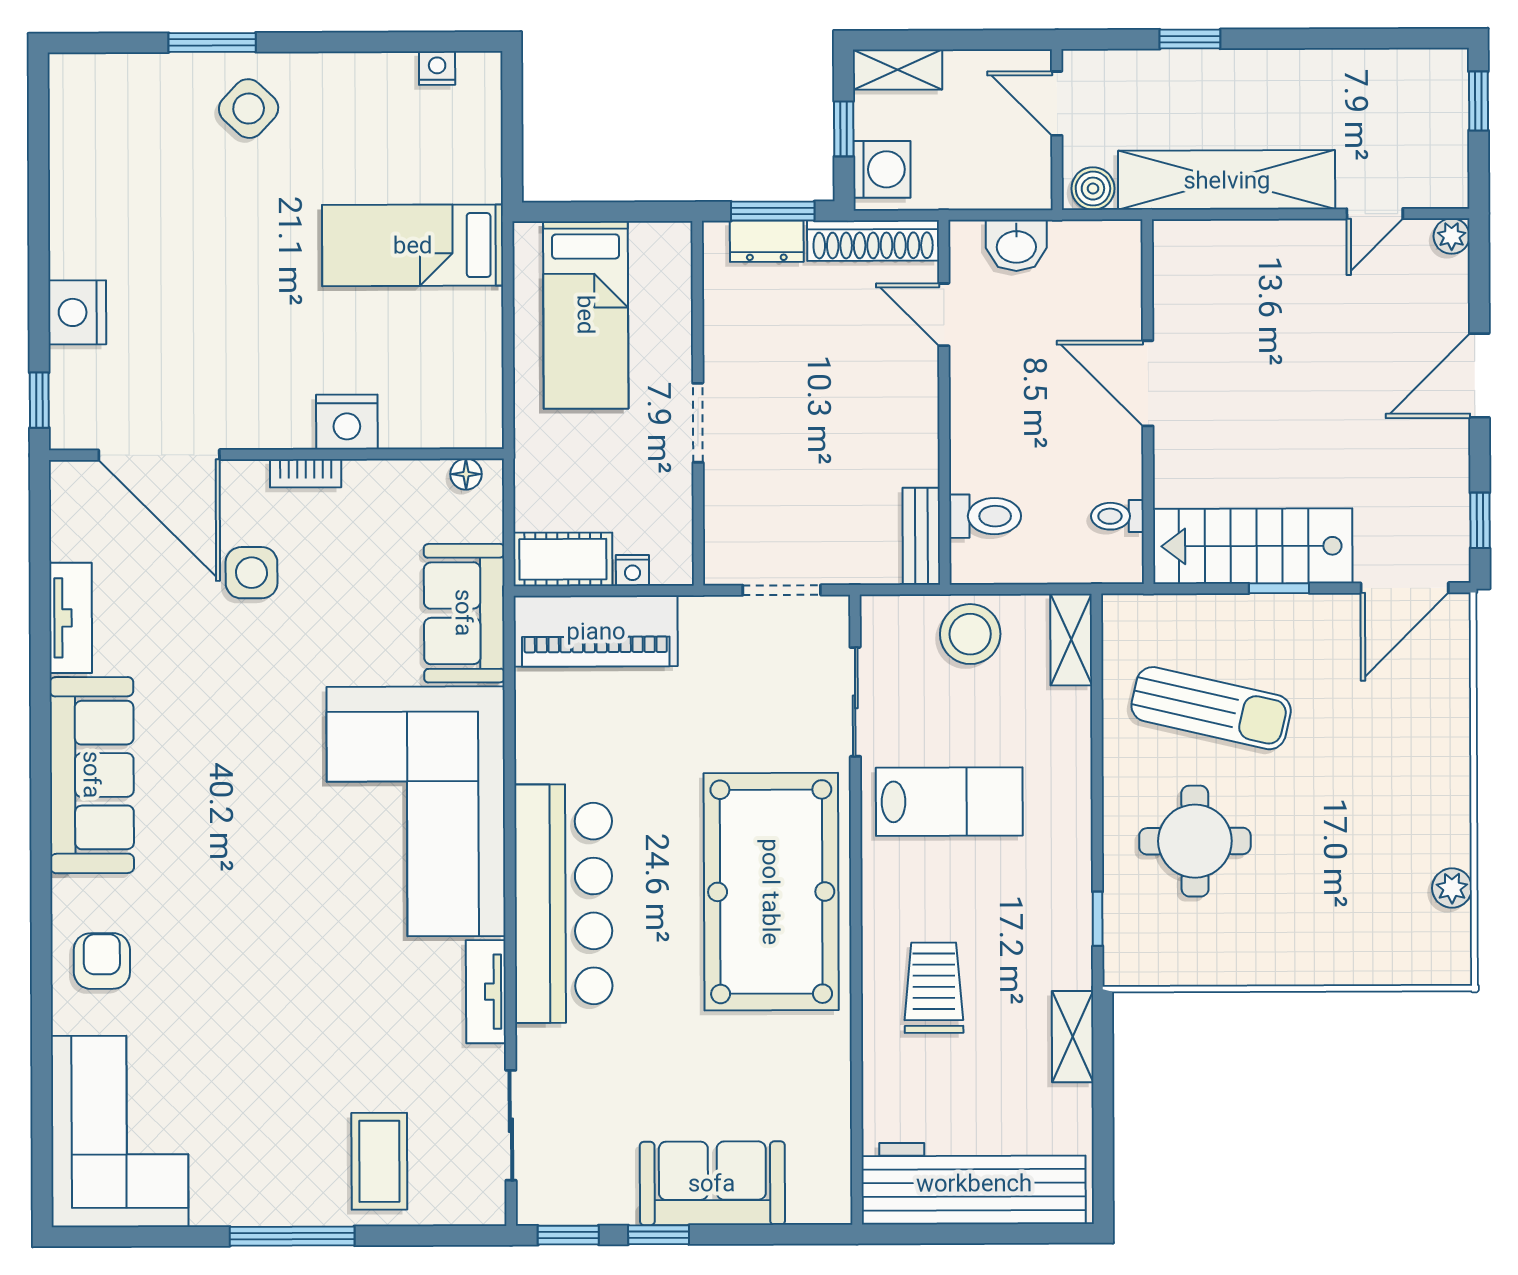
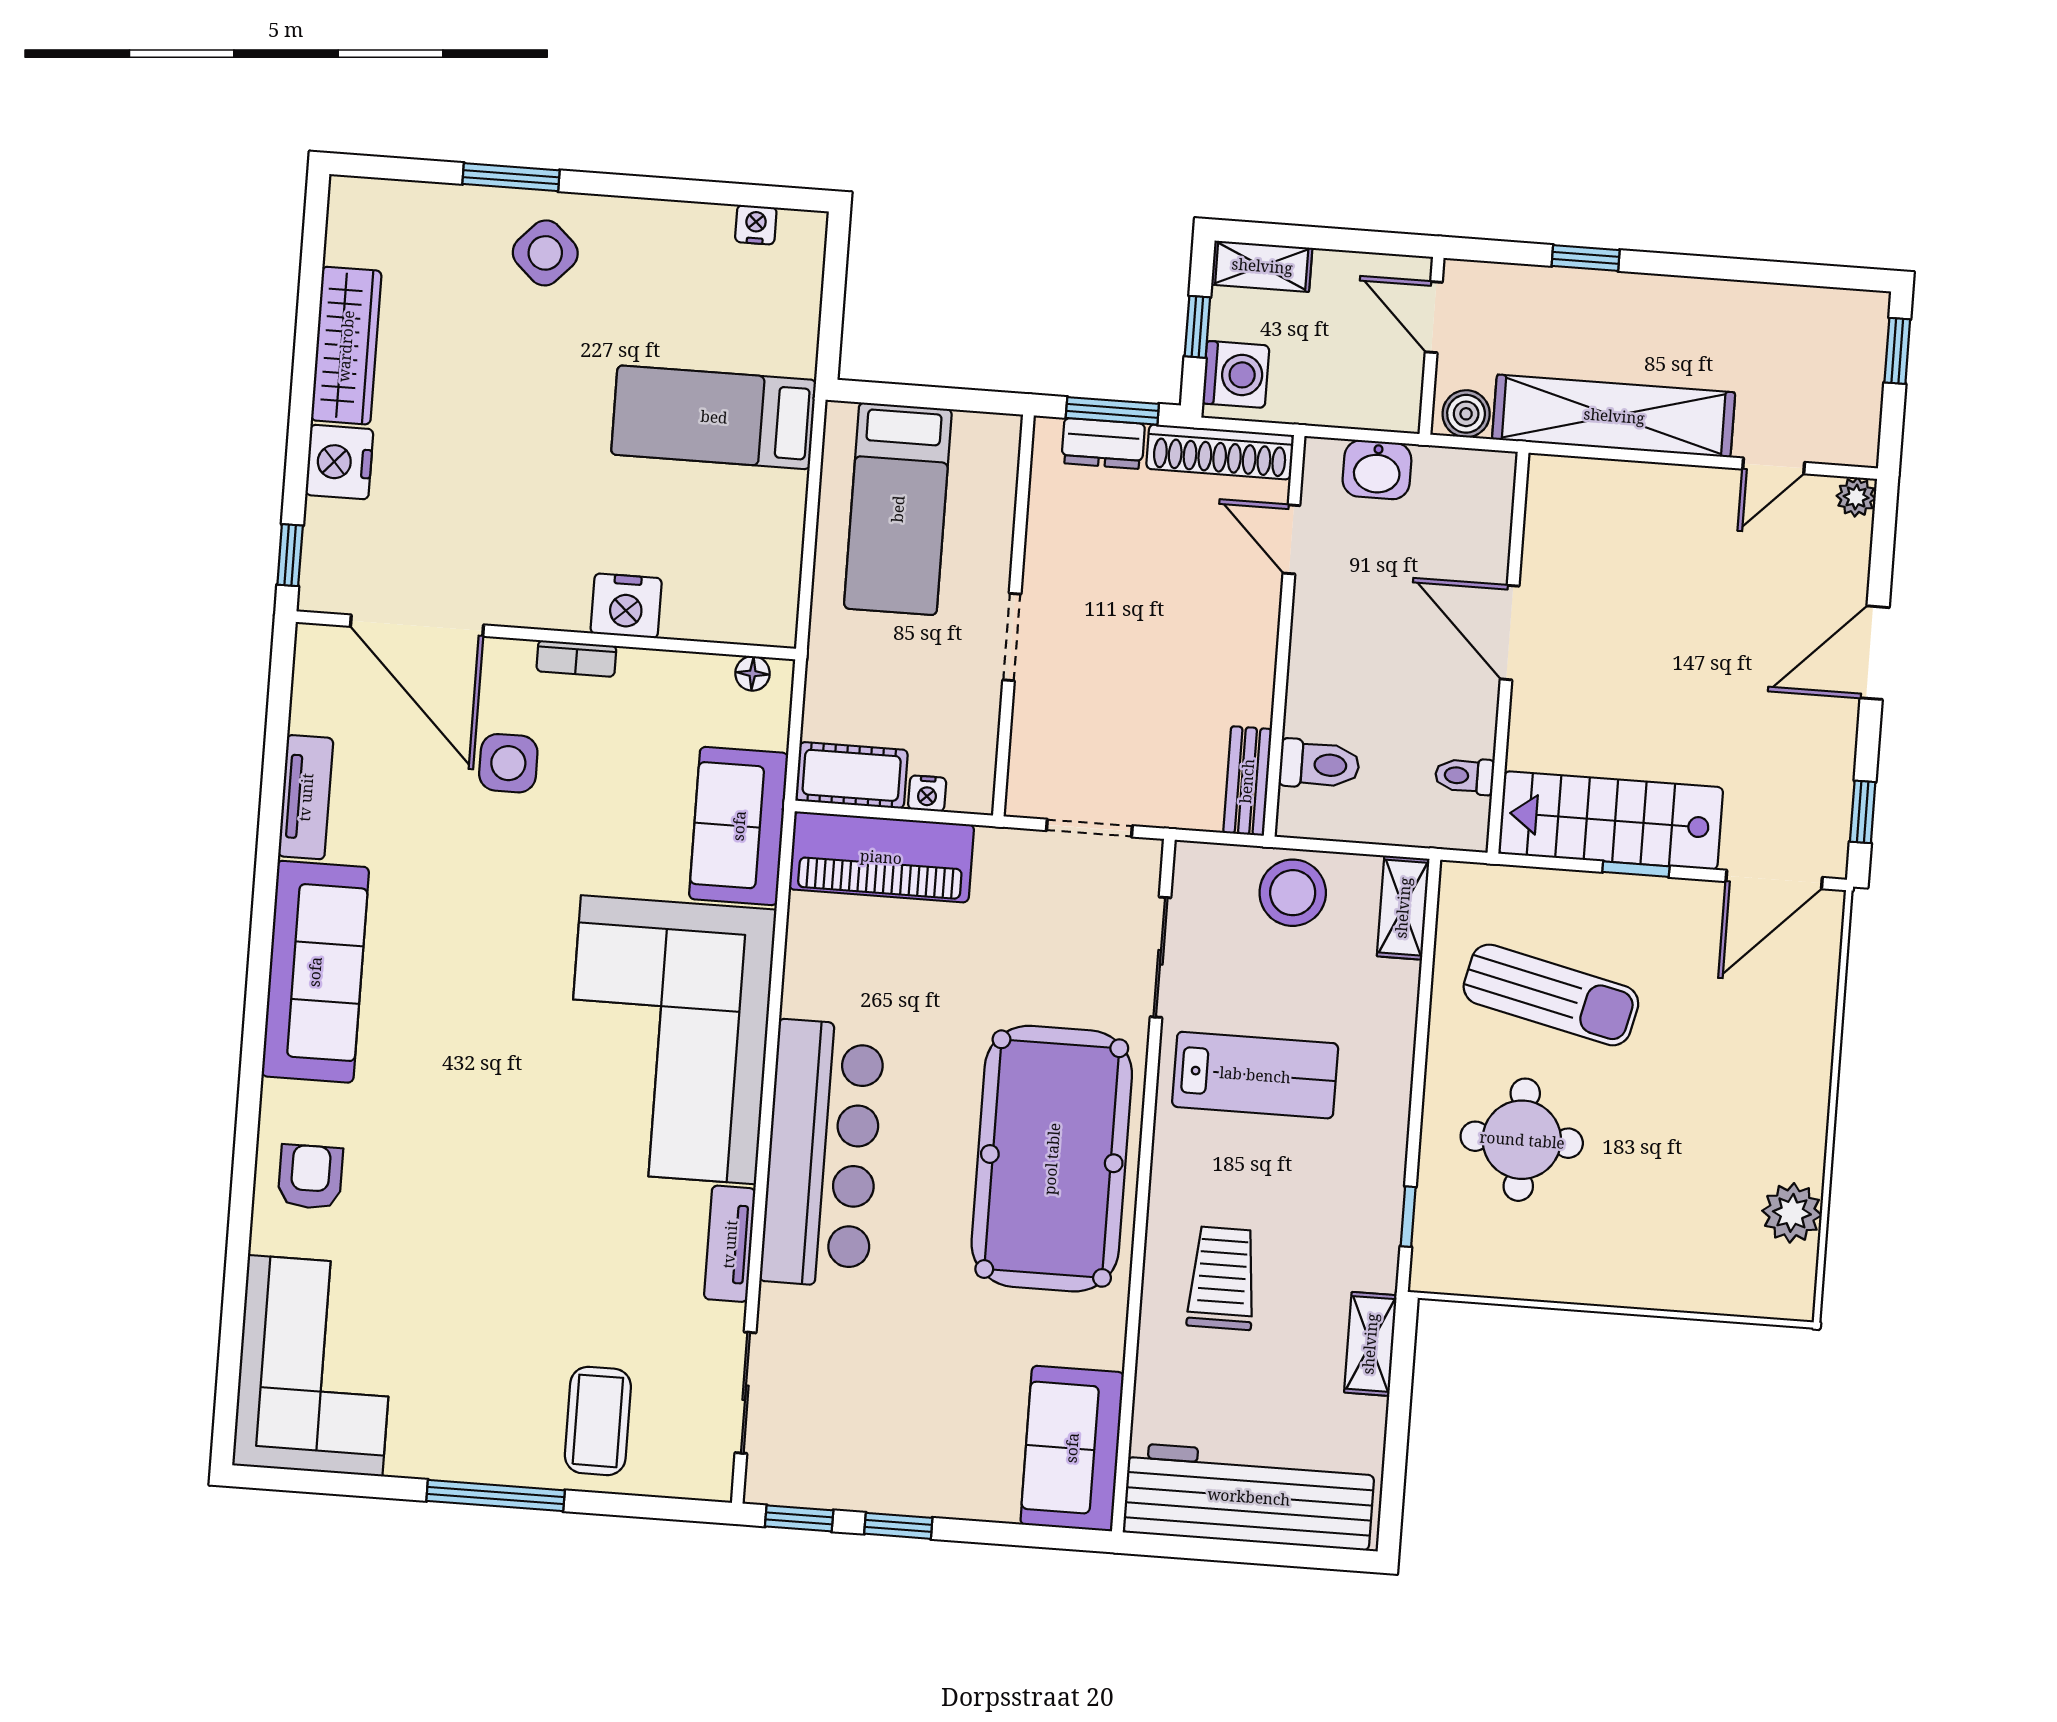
wardrobe: (75, 207) -> (346, 346), added
plant: (1452, 888) -> (1792, 1213), width x1.38, depth x1.38
sofa: (712, 1183) -> (1072, 1448), moved, turned -90

